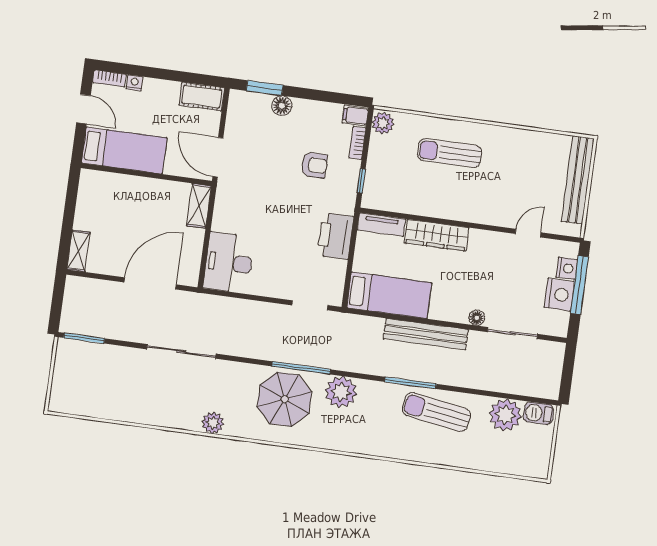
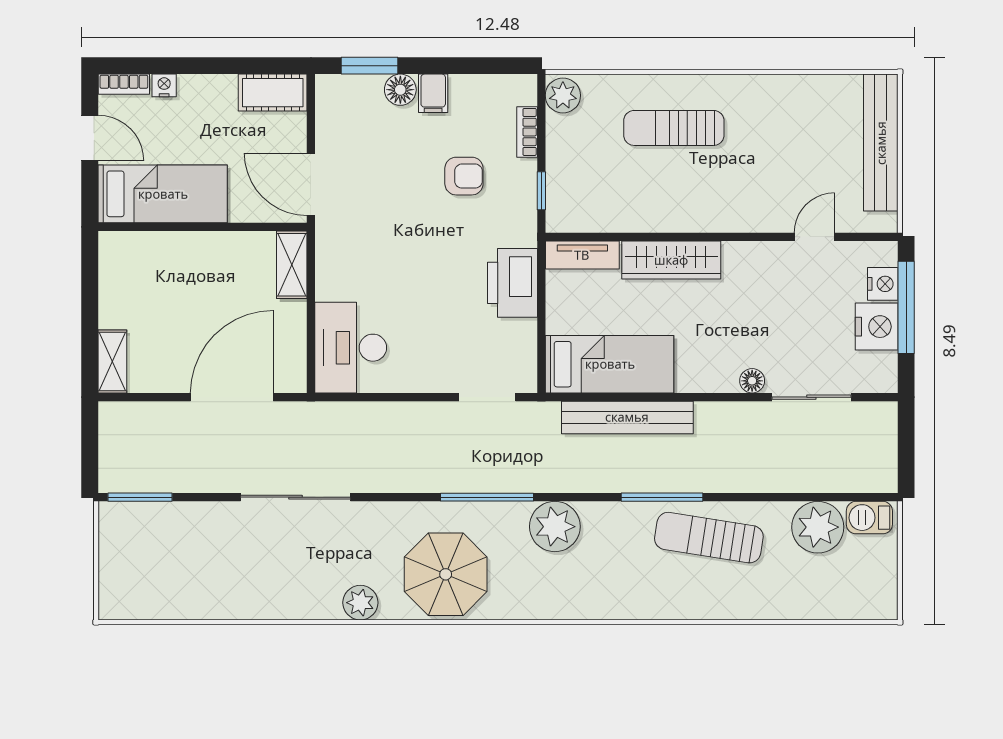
filing cabinet: (355, 116) -> (433, 93), moved, turned -90
bench: (426, 334) -> (627, 417), moved
parasol: (285, 399) -> (446, 574), moved

